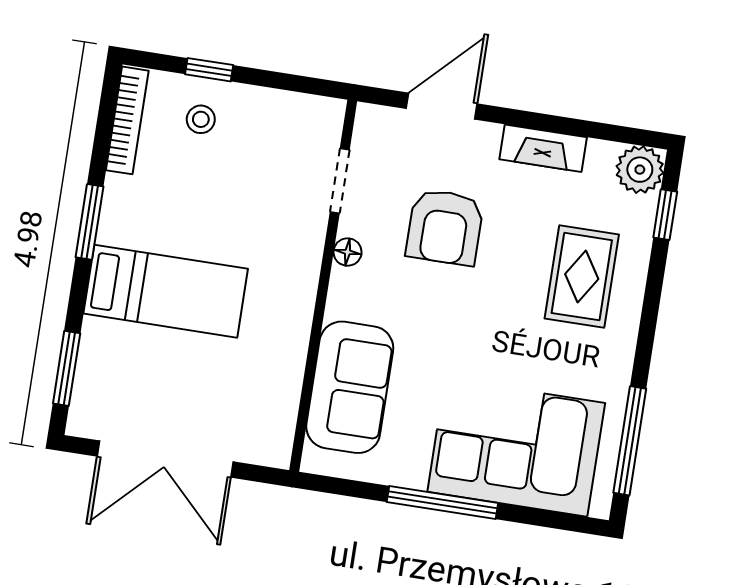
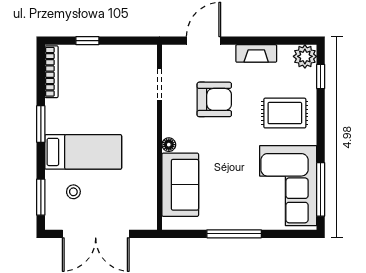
stool: (201, 119) -> (73, 192), moved
armchair: (445, 227) -> (214, 99), turned -90
floor lamp: (348, 252) -> (169, 145), moved
rug: (582, 277) -> (285, 113), turned 90
corner sofa: (516, 447) -> (288, 186), moved, turned -90

